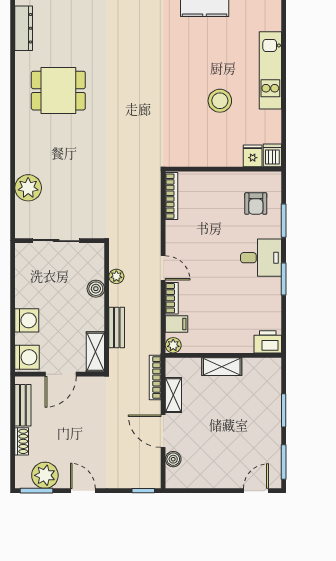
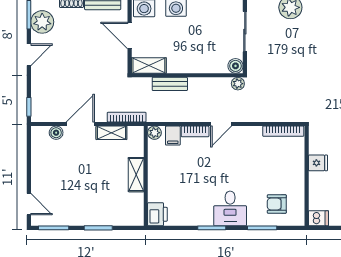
fridge: (253, 156) -> (318, 163), moved
plant: (116, 276) -> (238, 84), moved
boiler: (96, 289) -> (235, 66), moved

